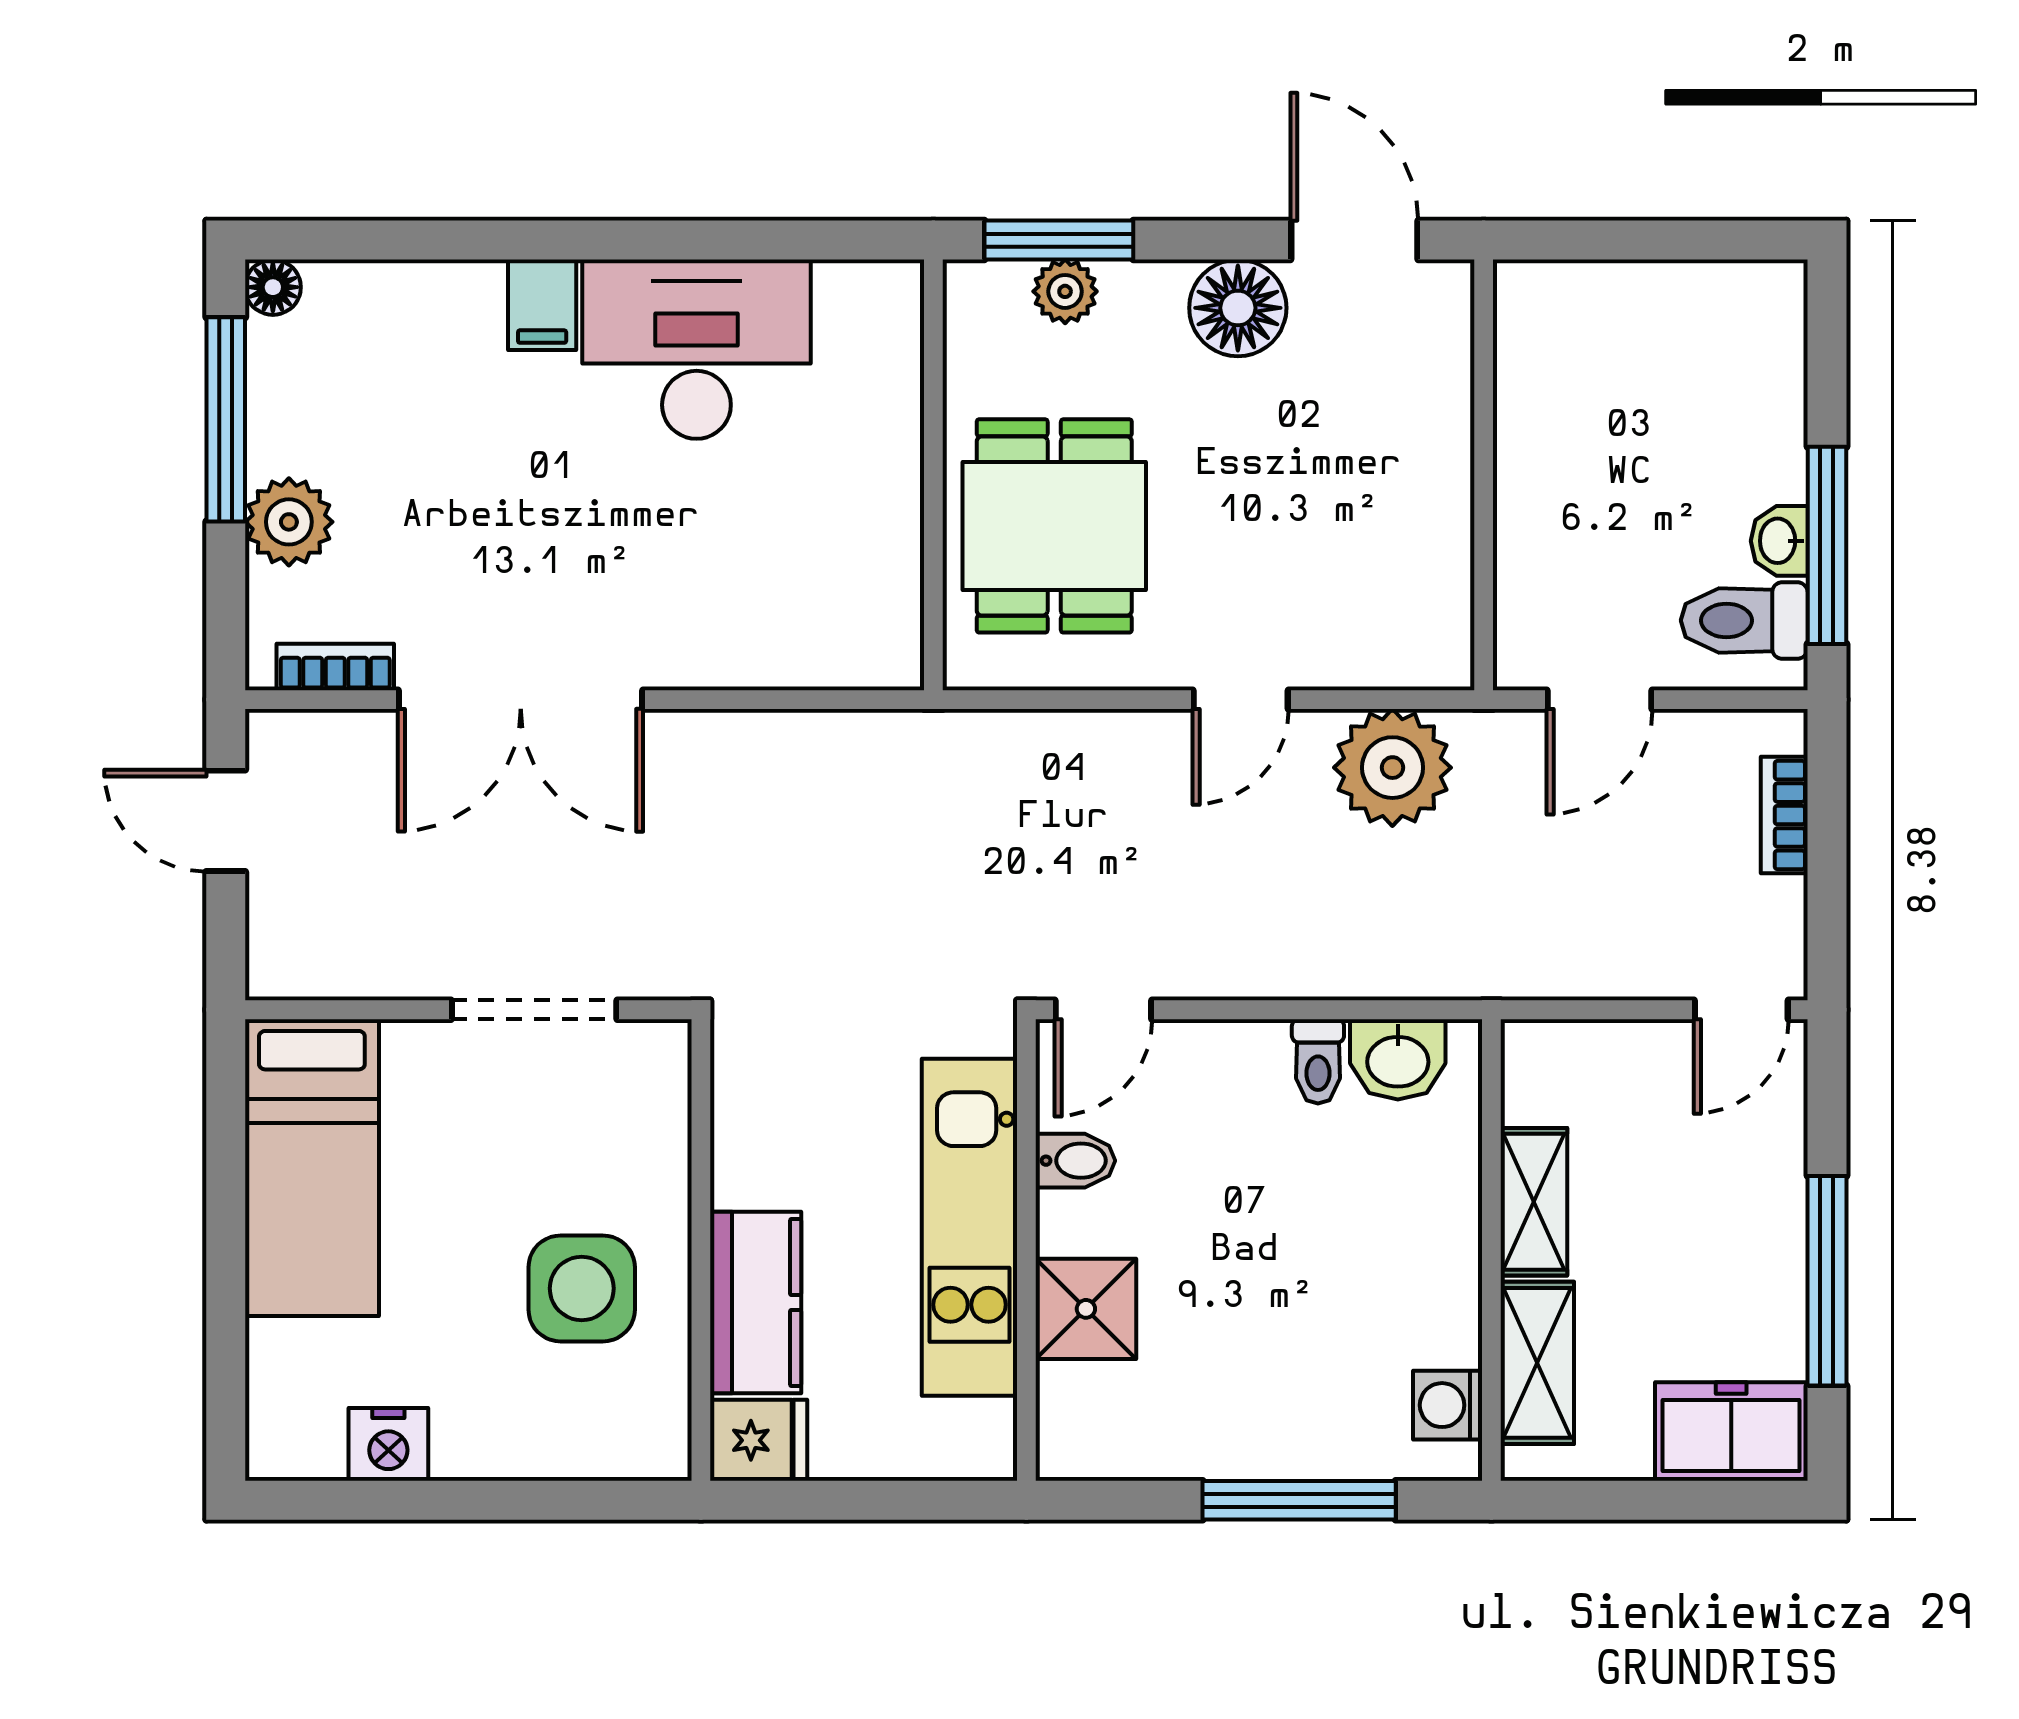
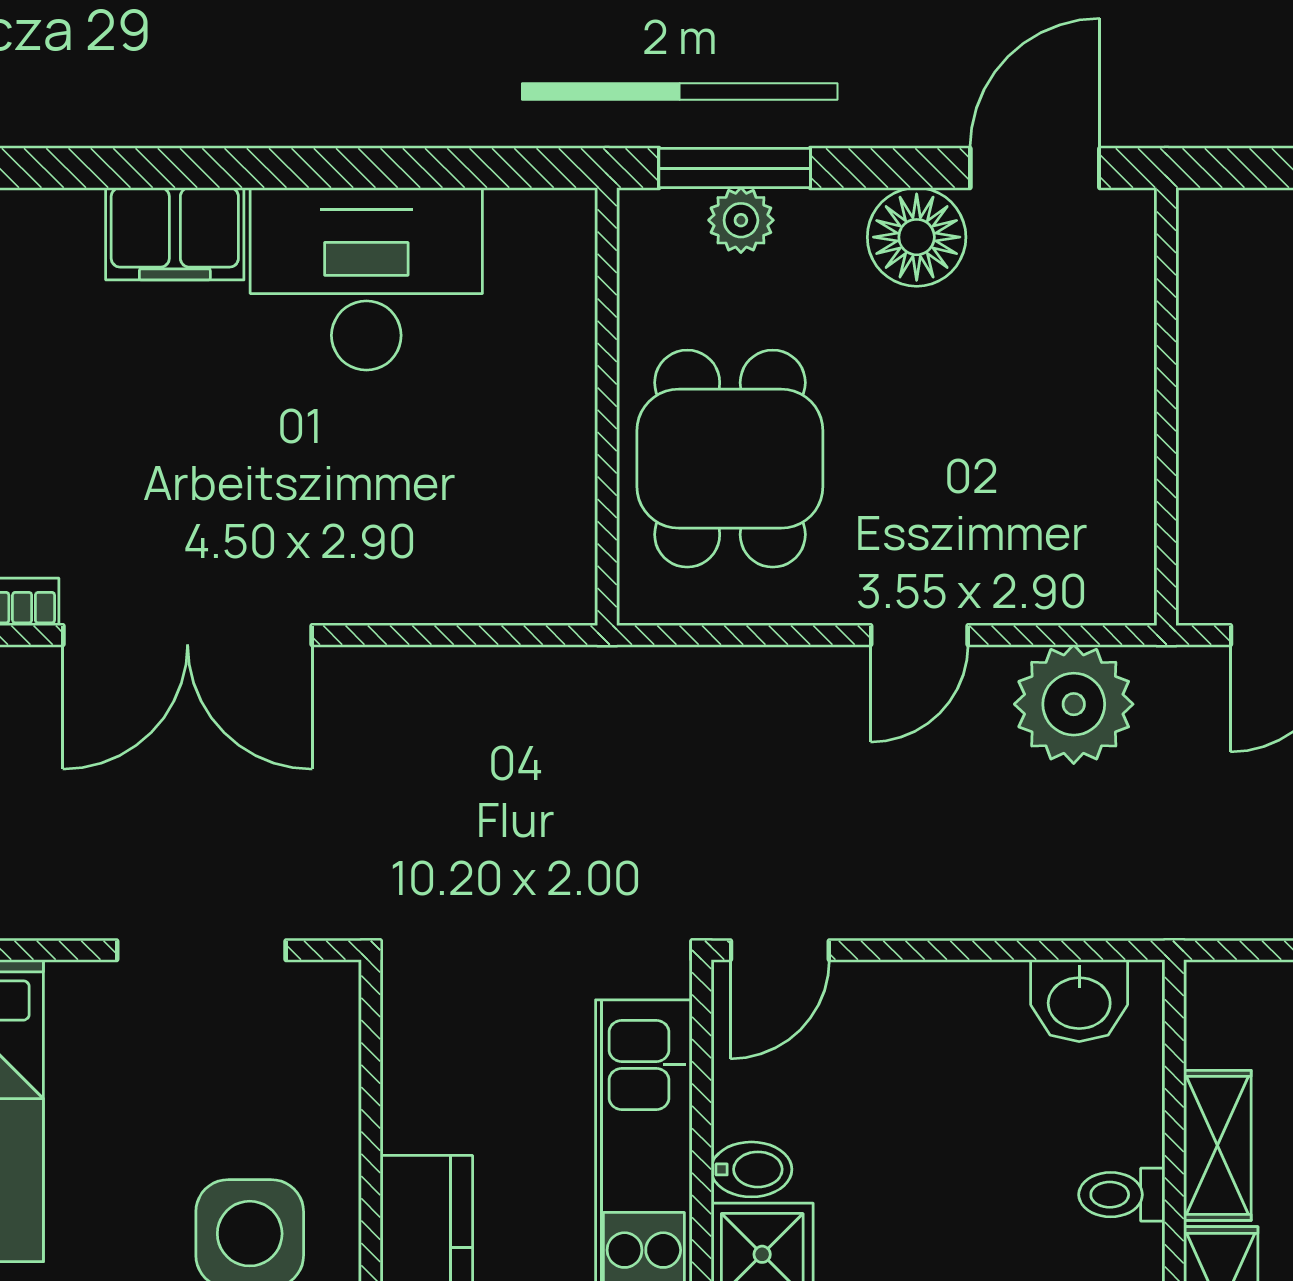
door: (1354, 240) -> (1035, 168), hinge flipped
filing cabinet: (542, 305) -> (175, 234), width x2.00
toilet: (1318, 1061) -> (1122, 1195), moved, turned 90
bidet: (1075, 1161) -> (751, 1169), moved

